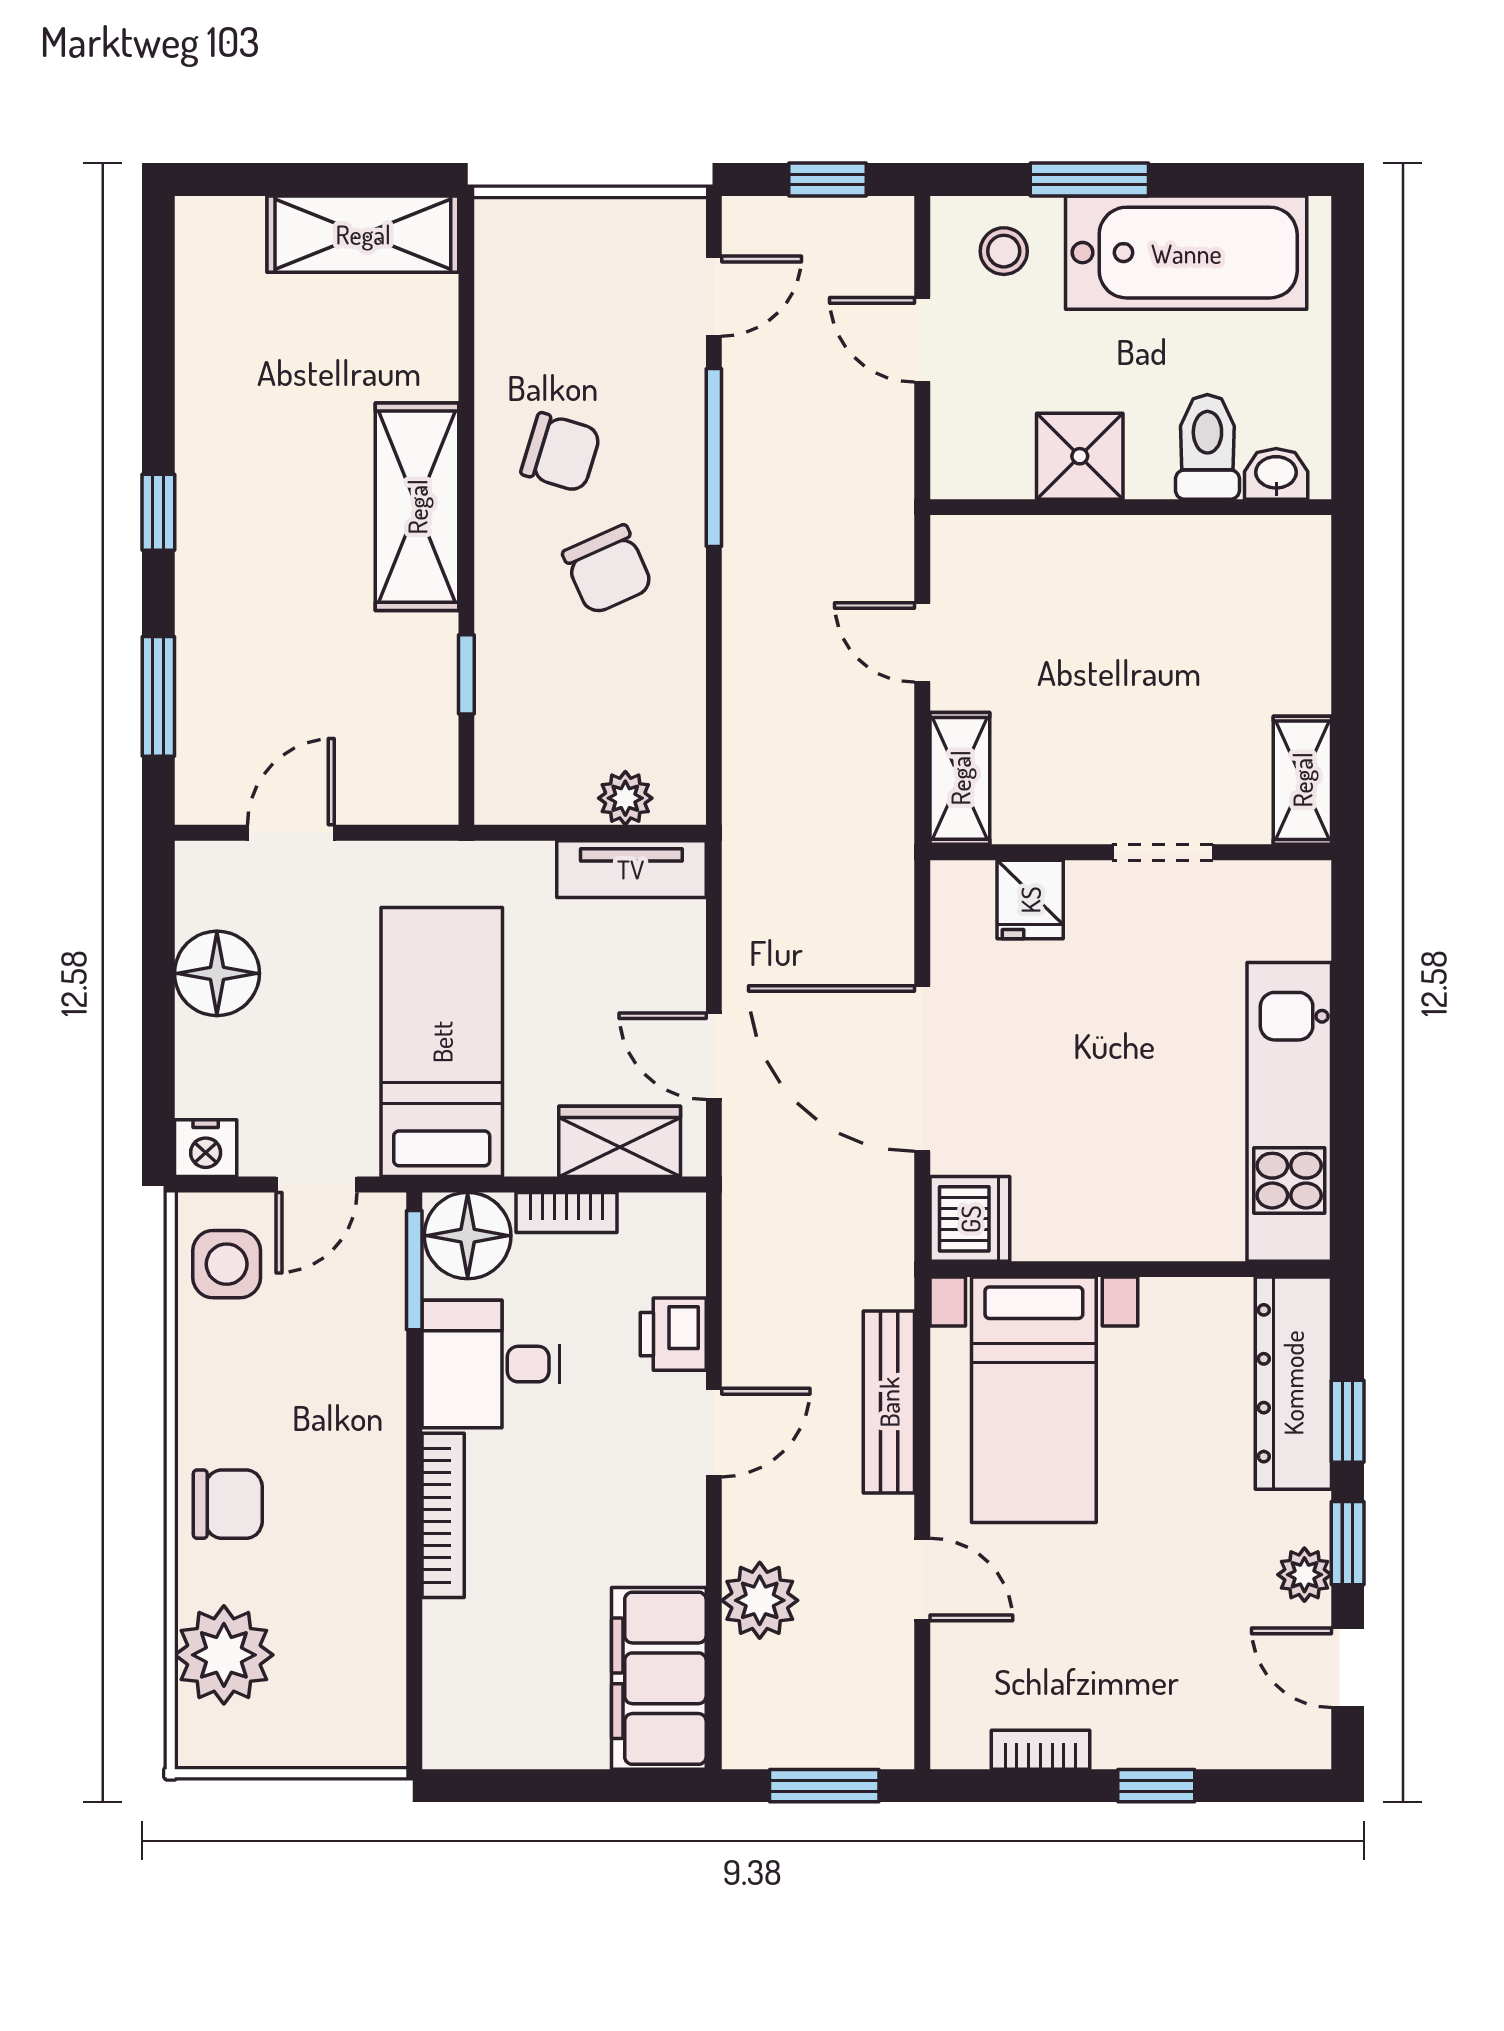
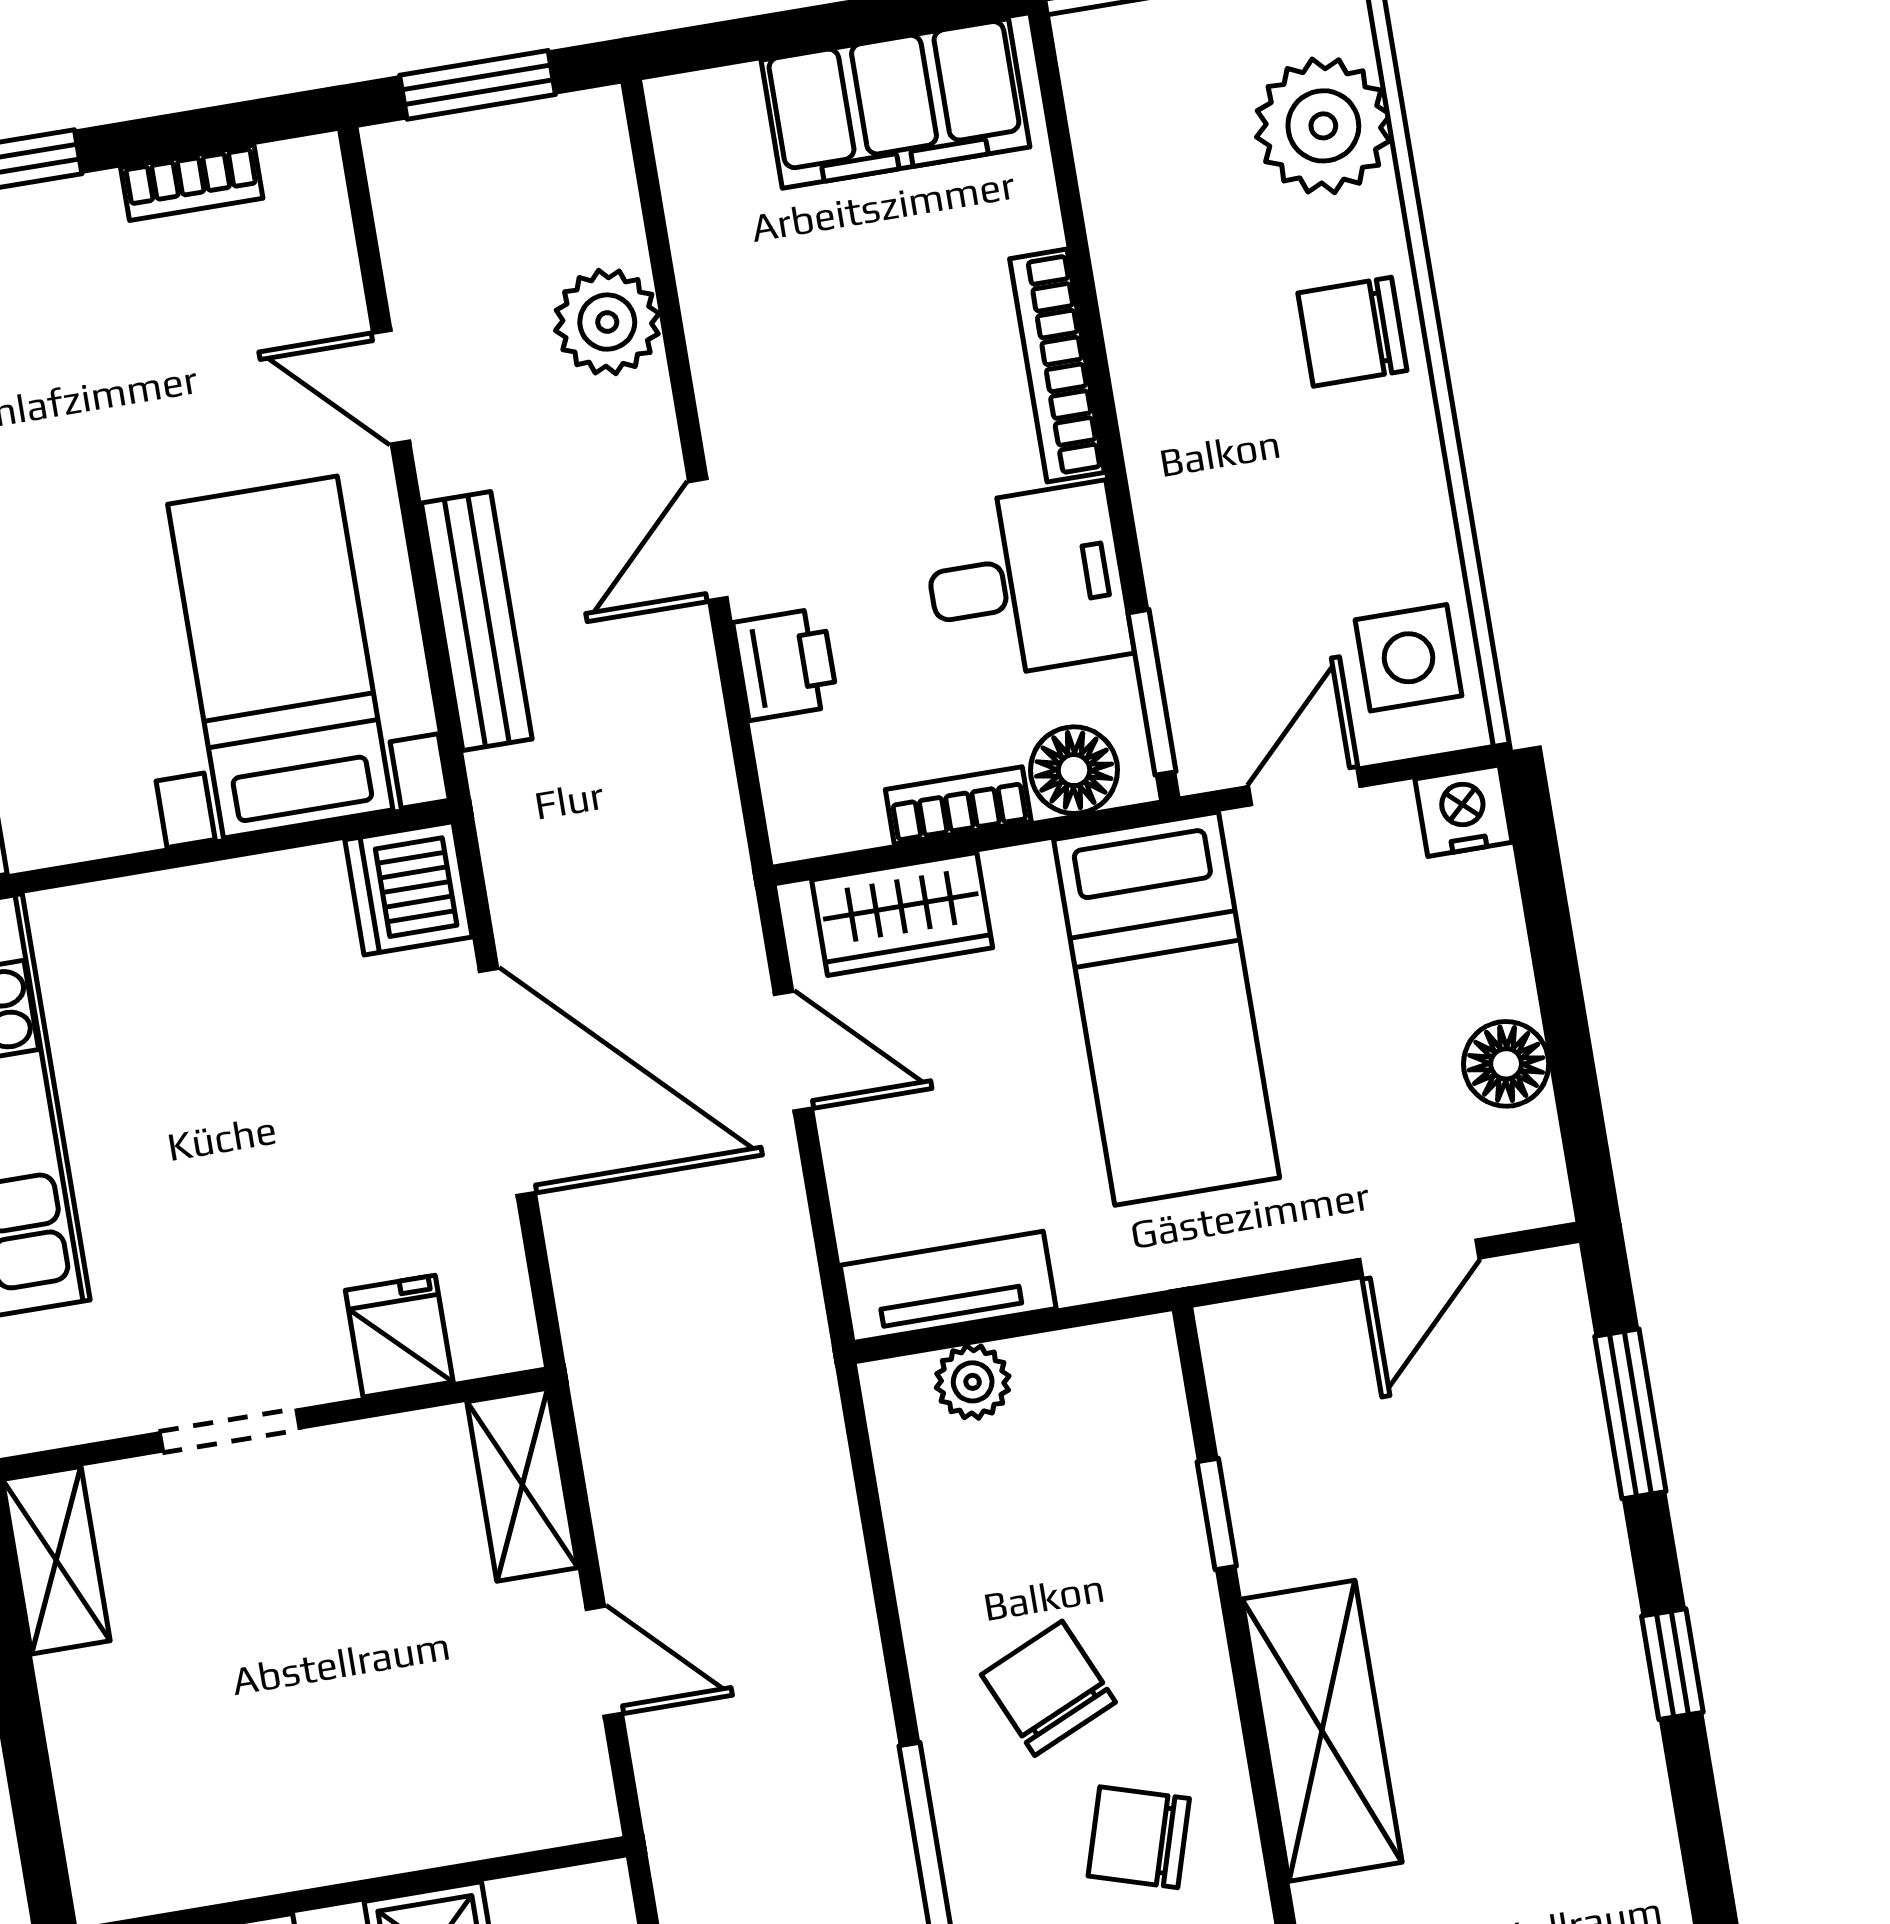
floor lamp: (217, 973) -> (1506, 1064), width x0.73, depth x0.73
floor lamp: (468, 1236) -> (1074, 770), width x0.73, depth x0.73
filing cabinet: (659, 1678) -> (895, 104), moved, turned 90

